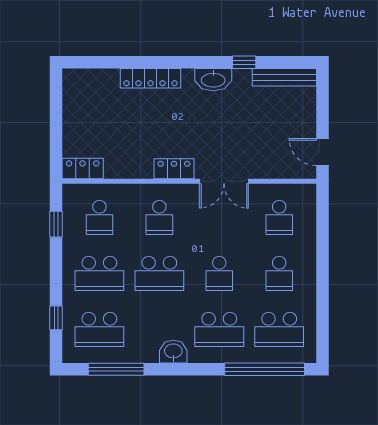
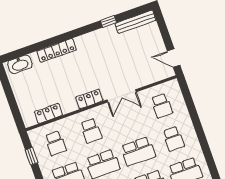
washbasin: (213, 80) -> (20, 64), moved
locker: (83, 169) -> (48, 113), moved
school desk: (219, 273) -> (138, 151), width x1.85

